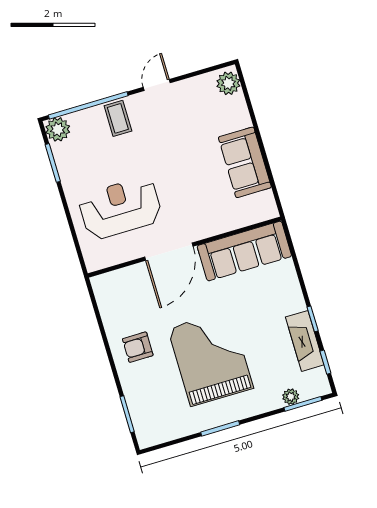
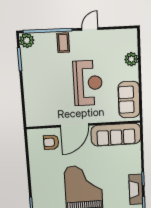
plant: (228, 83) -> (131, 59), moved
sofa: (245, 162) -> (129, 100), moved
reception desk: (120, 208) -> (88, 83), moved, turned 90
armchair: (138, 347) -> (51, 142), moved

